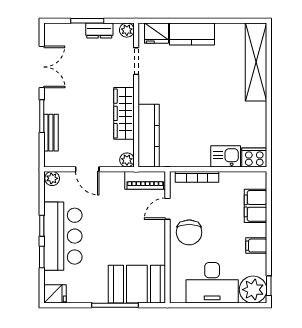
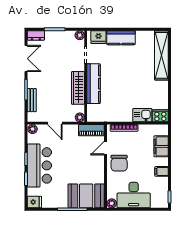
dresser: (99, 30) -> (36, 35), moved
kitchen counter: (149, 136) -> (94, 84), moved
plant: (253, 290) -> (112, 203), moved, width x0.53, depth x0.53

